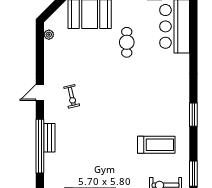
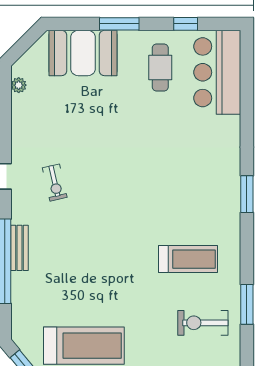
cafe table: (127, 42) -> (160, 67), moved
window: (193, 115) -> (247, 194), moved

